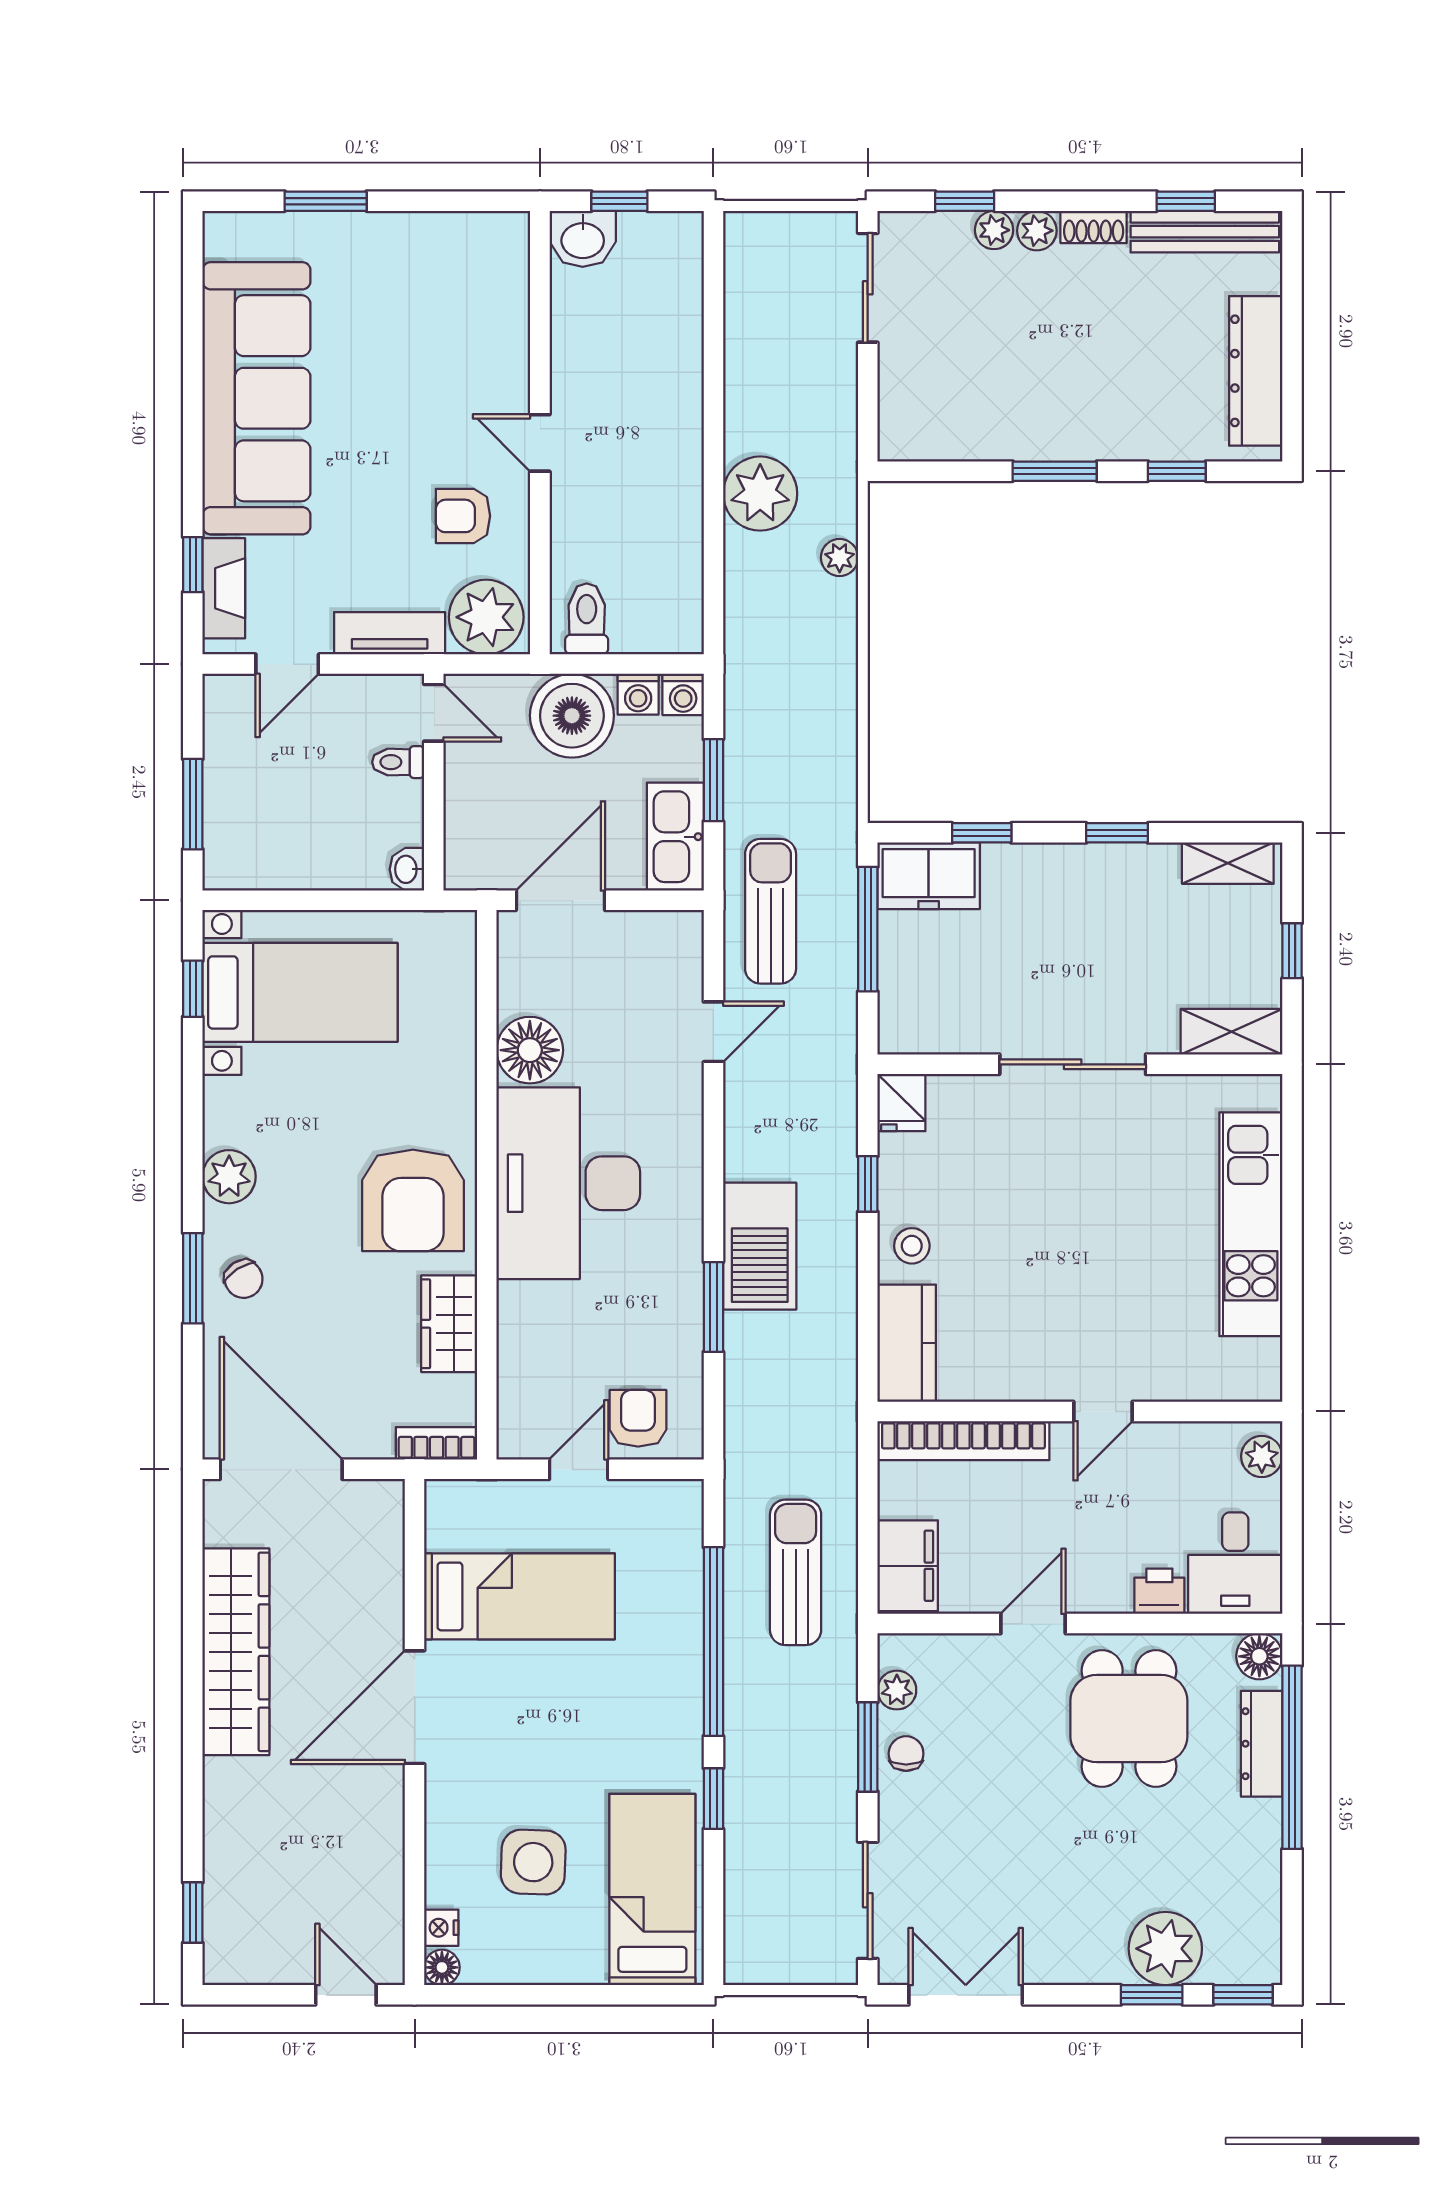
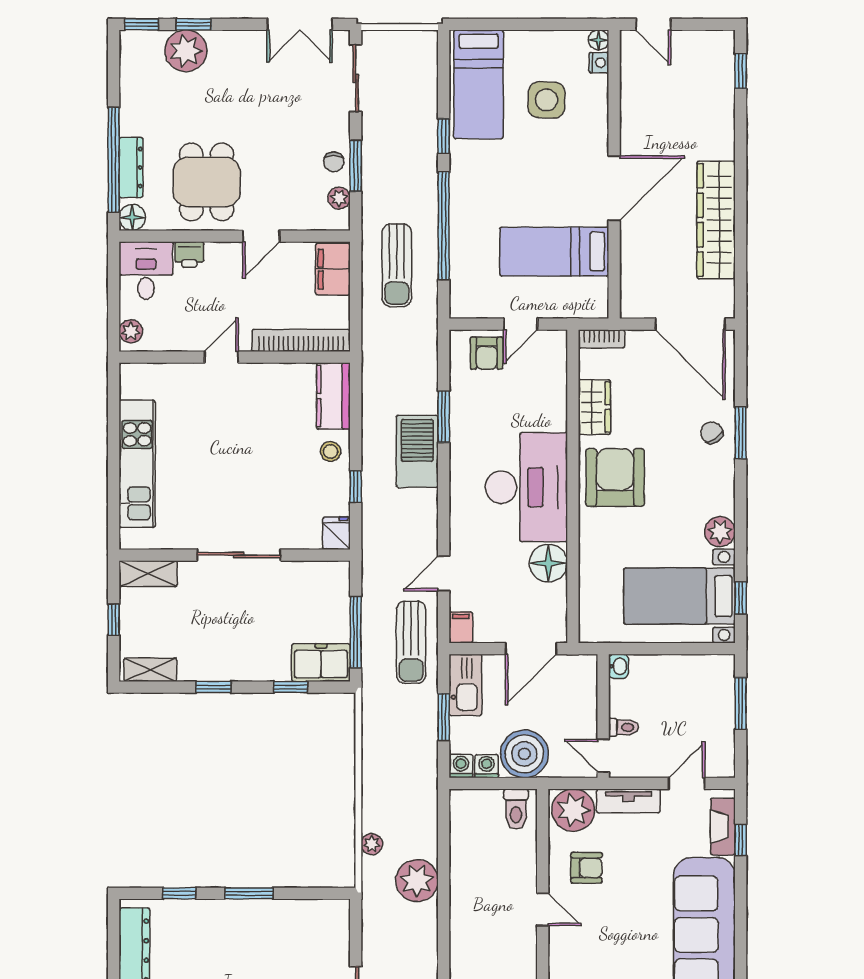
filing cabinet: (683, 937) -> (461, 627), added
plant: (229, 1177) -> (720, 532), moved

